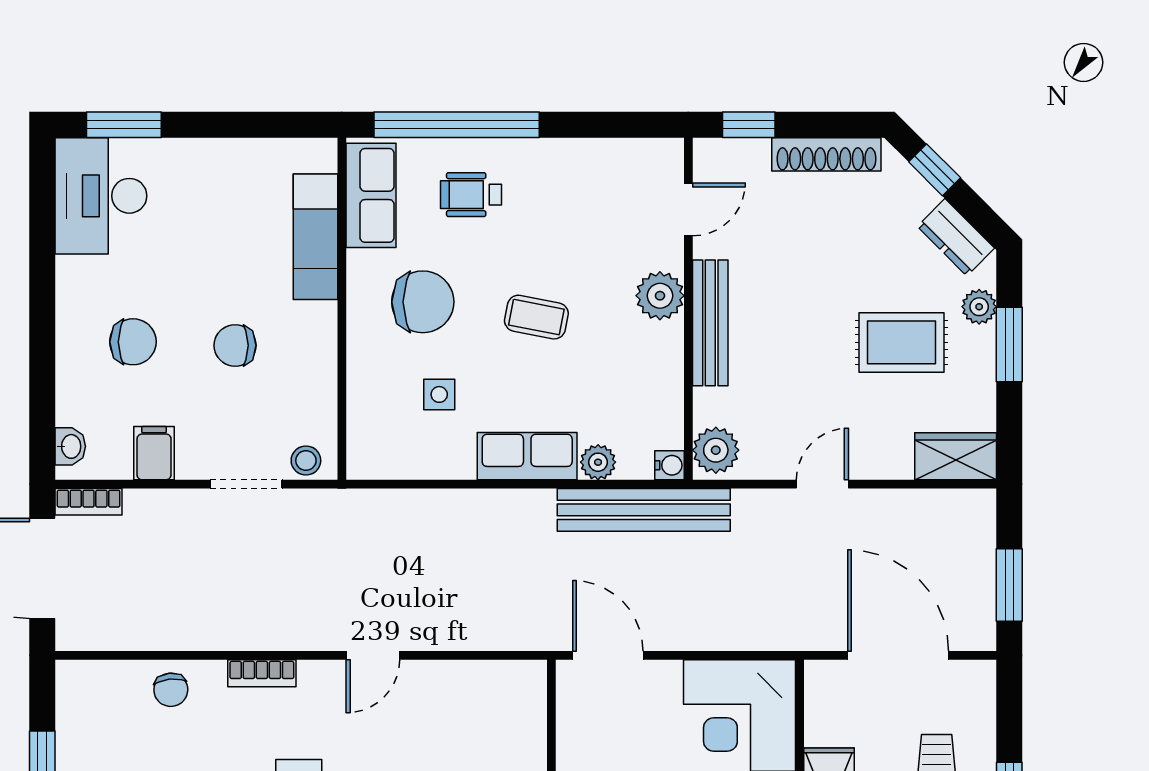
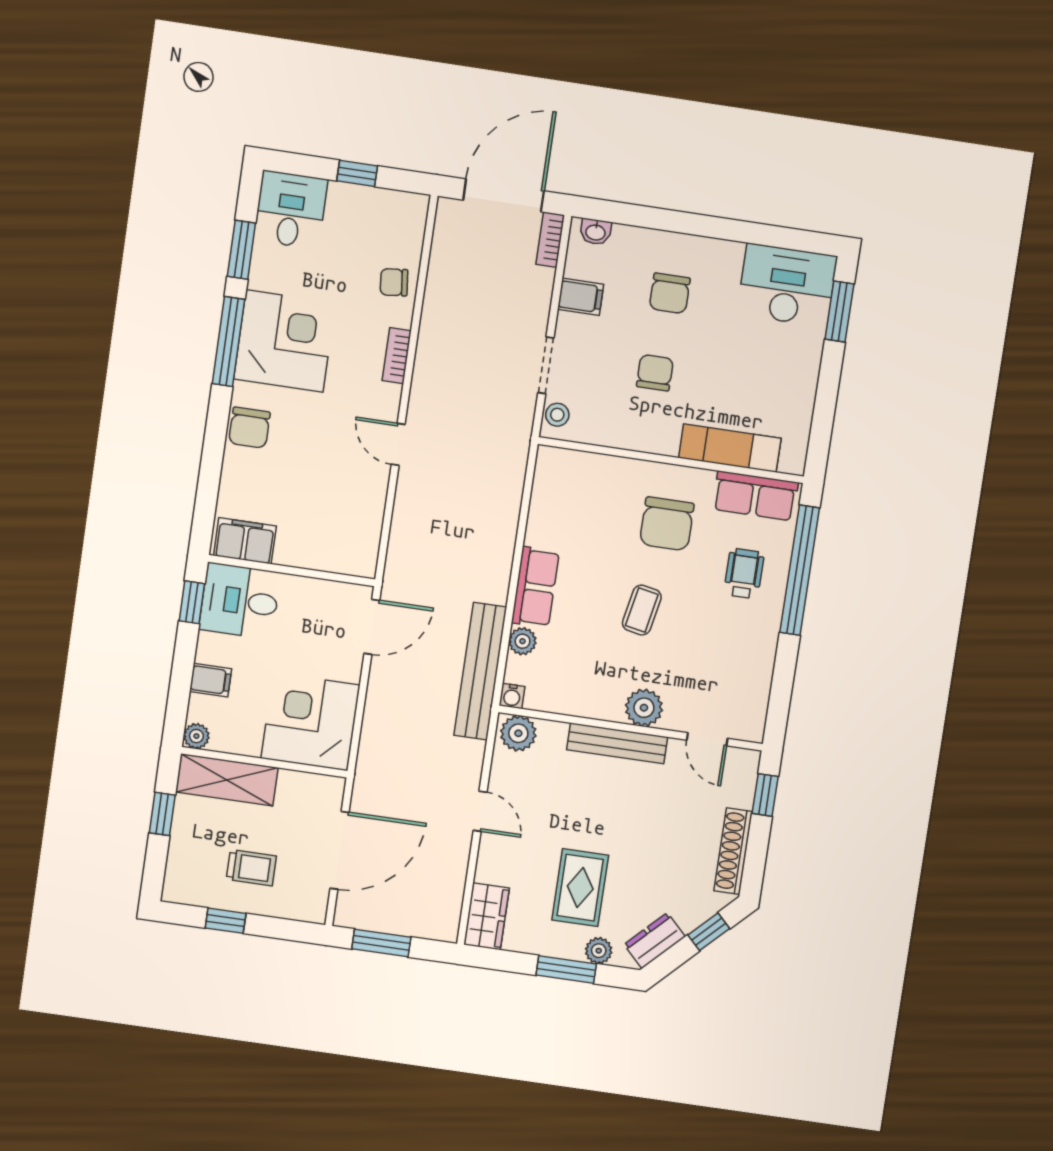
side table: (439, 394) -> (593, 526), removed

